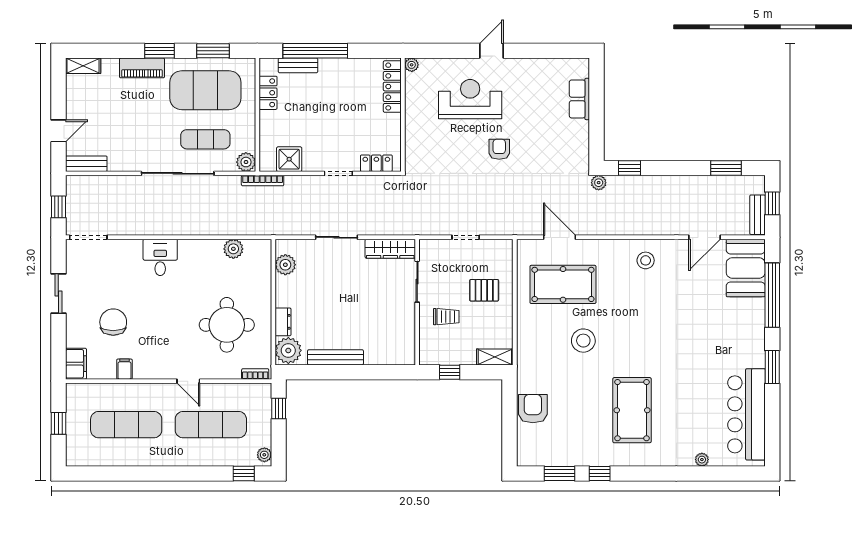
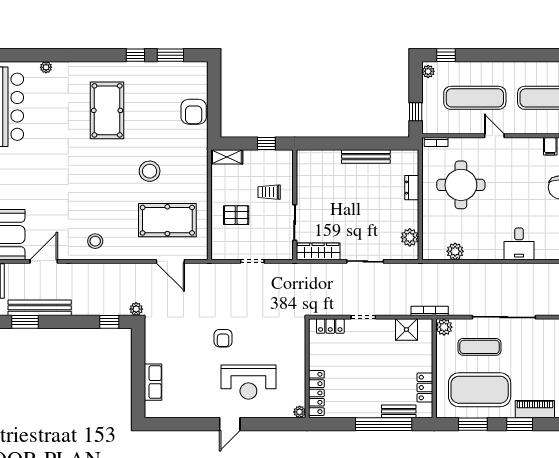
bench: (709, 184) -> (40, 308), added
plant: (288, 350) -> (407, 163), removed

